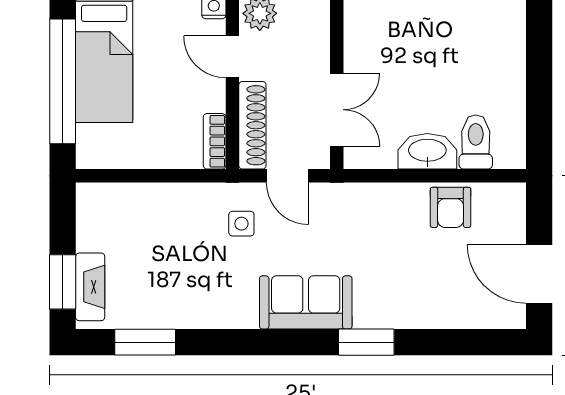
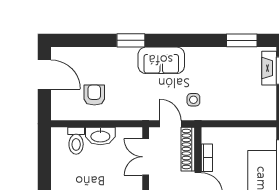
bookcase: (215, 141) -> (207, 158), moved
armchair: (451, 207) -> (94, 95), moved

